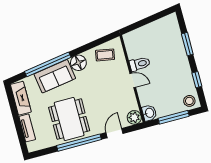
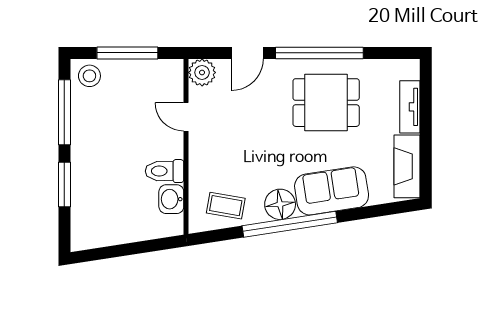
window: (48, 64) -> (290, 224), moved
door: (133, 80) -> (186, 117), moved
window: (197, 80) -> (64, 112), width x2.17
washbasin: (149, 113) -> (171, 199), moved
dining table: (69, 119) -> (326, 103), width x0.73

